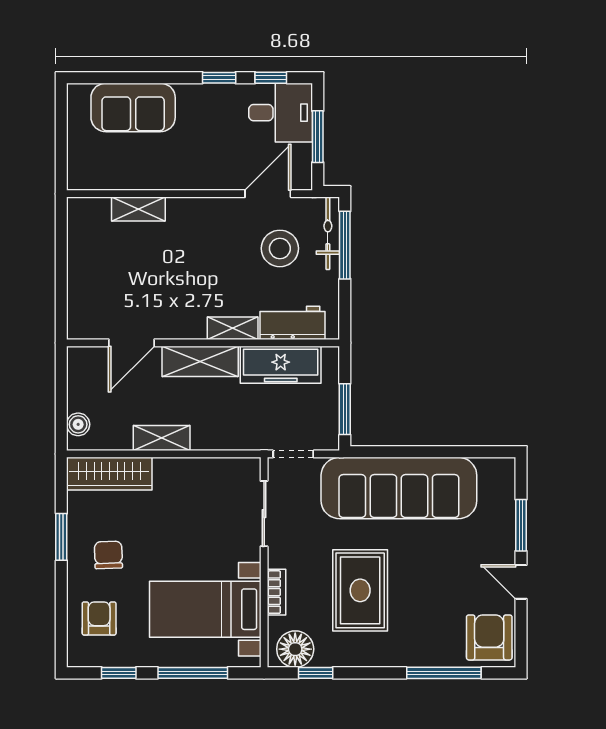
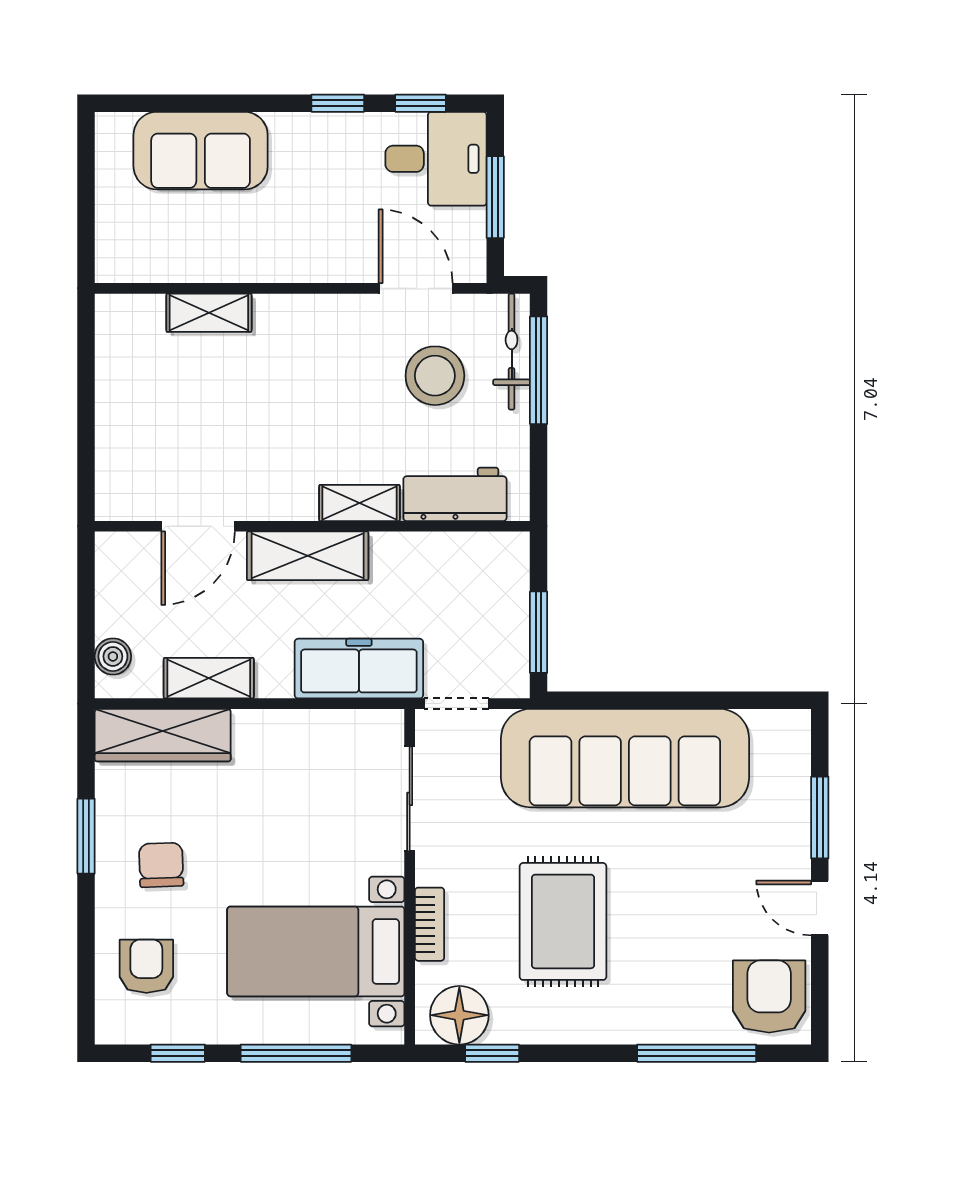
door: (268, 194) -> (416, 288), hinge flipped
freezer: (281, 365) -> (359, 669), moved, turned 180
shelving: (162, 438) -> (209, 678), moved

